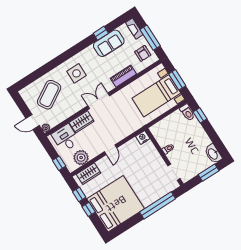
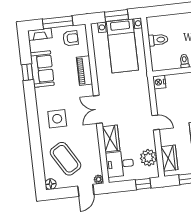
floor lamp: (24, 93) -> (51, 184), added
toilet: (187, 112) -> (158, 40), moved
window: (200, 115) -> (166, 10), removed

